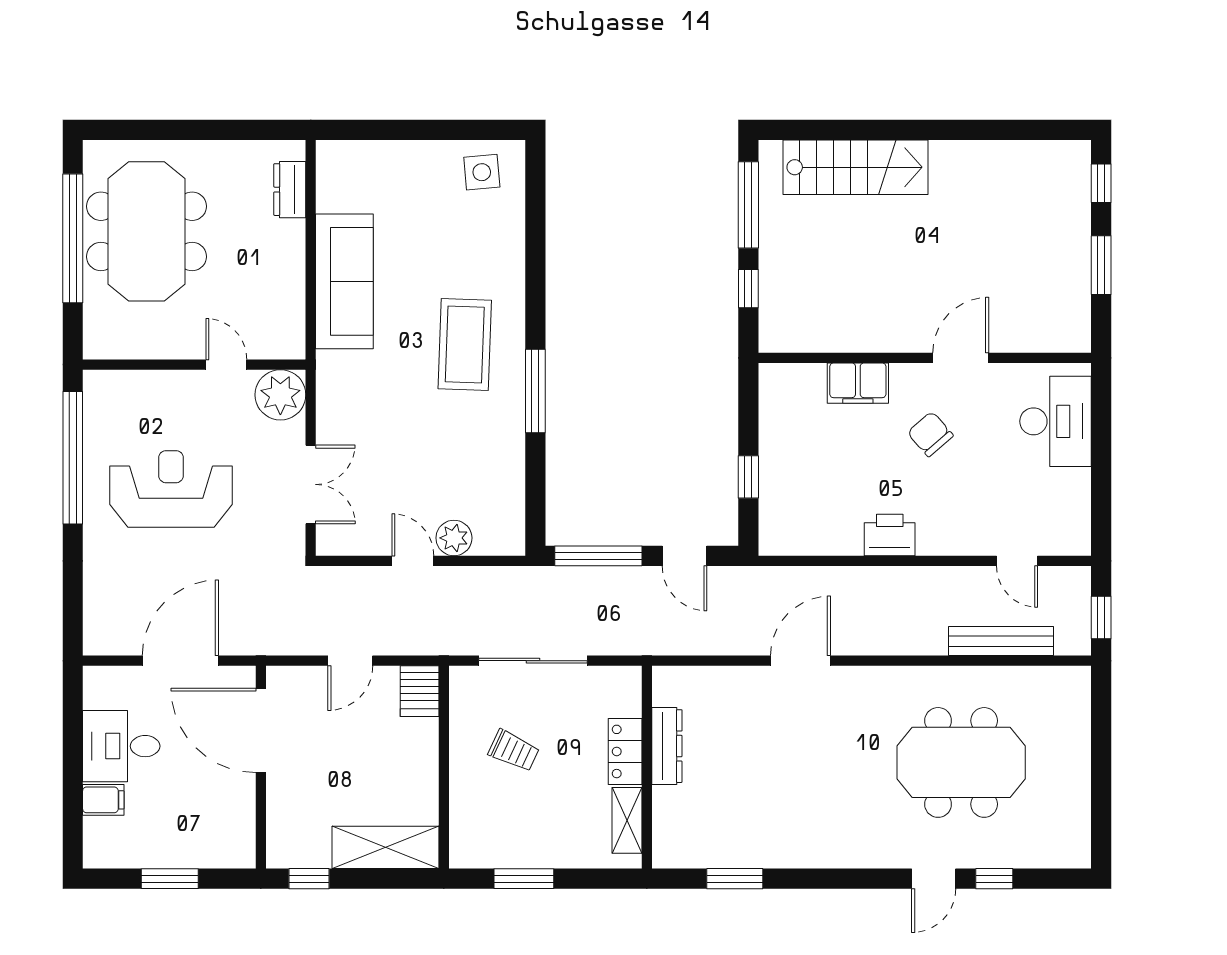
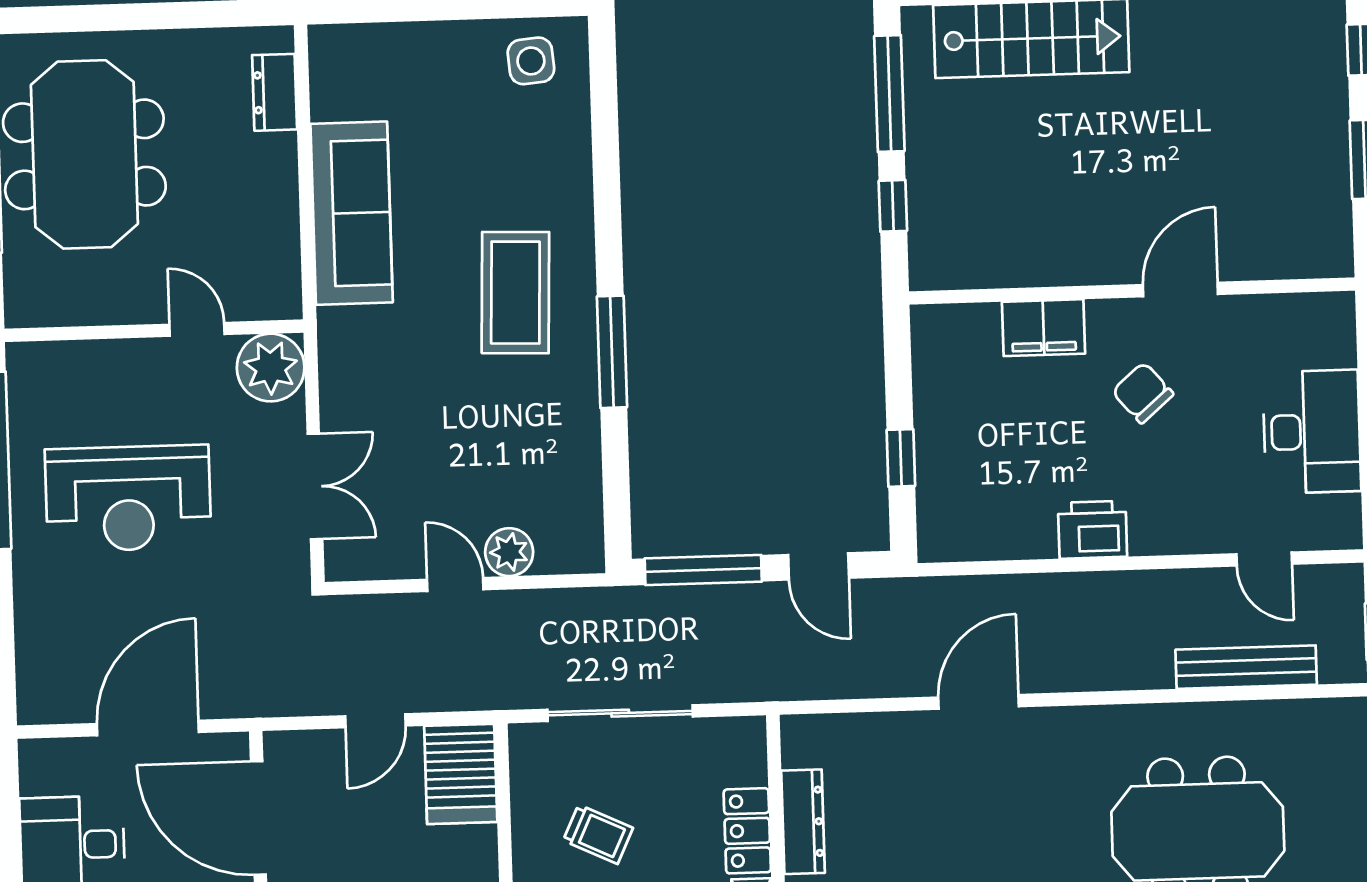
desk: (1055, 421) -> (1312, 432), moved
reception desk: (171, 489) -> (128, 498), turned 180
server rack: (420, 691) -> (461, 774), width x1.36, depth x1.44

